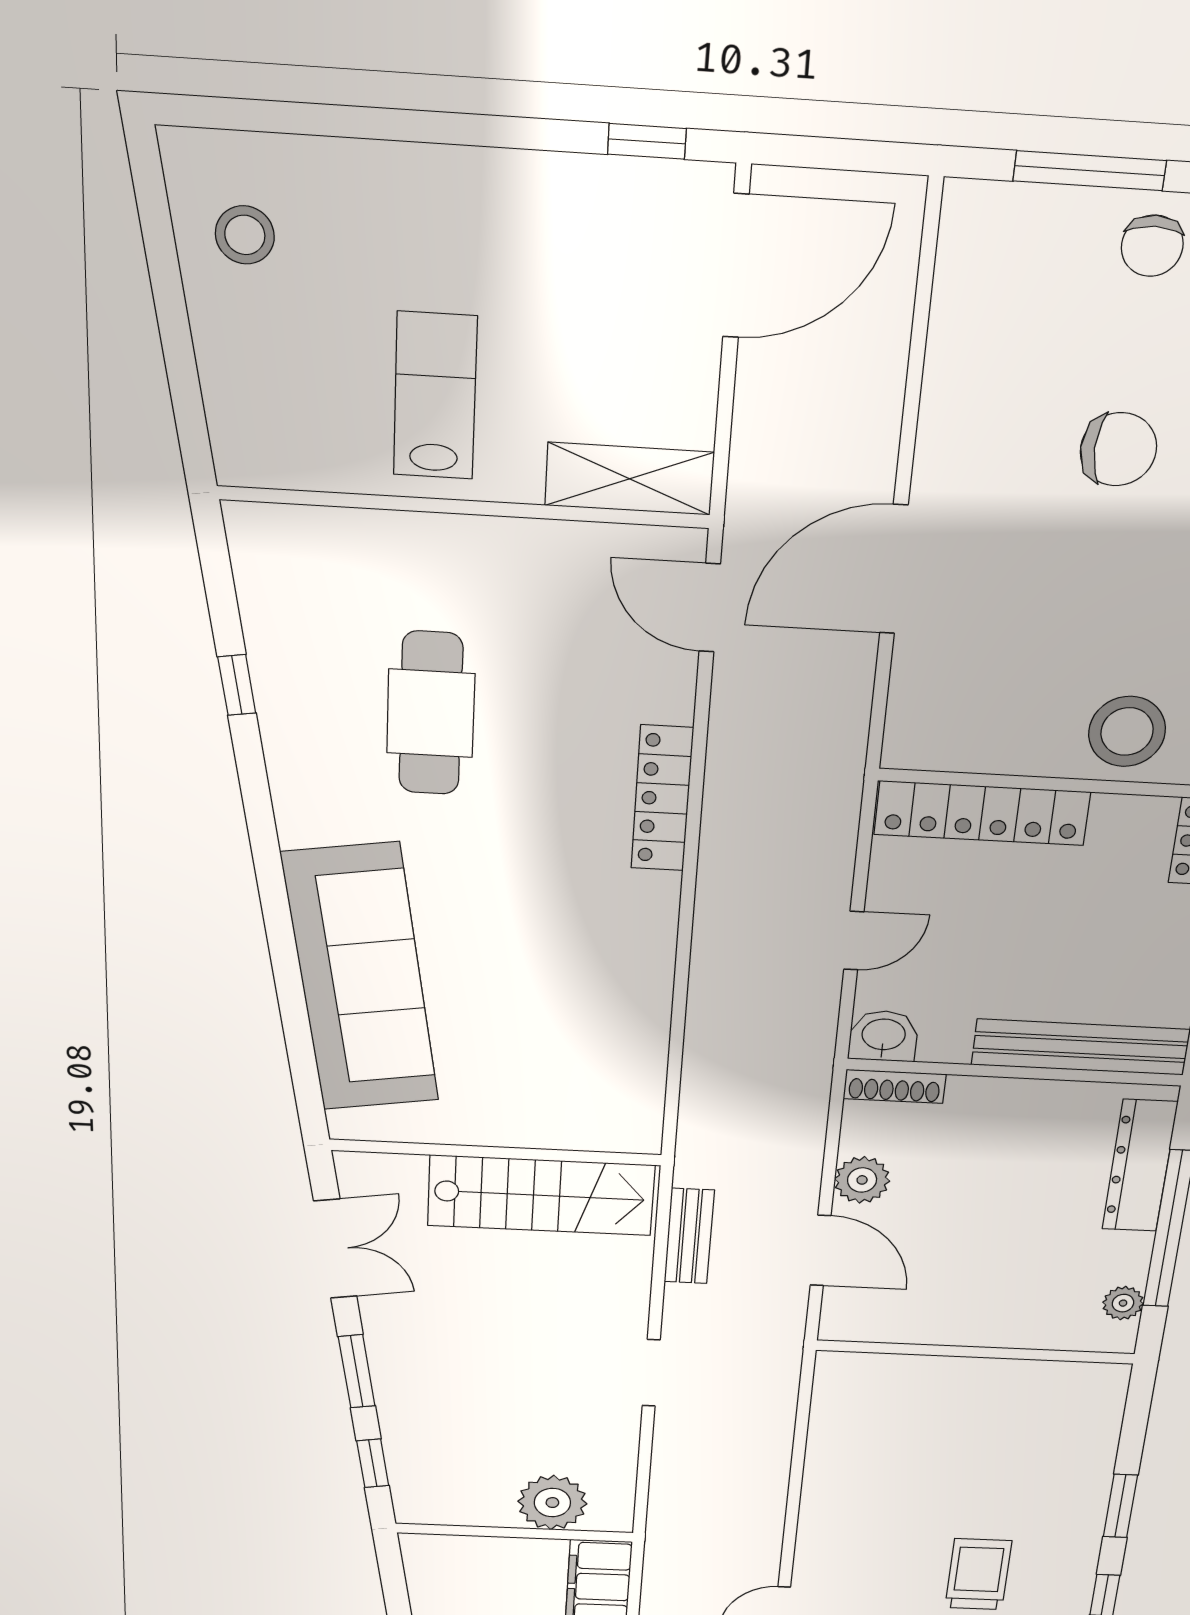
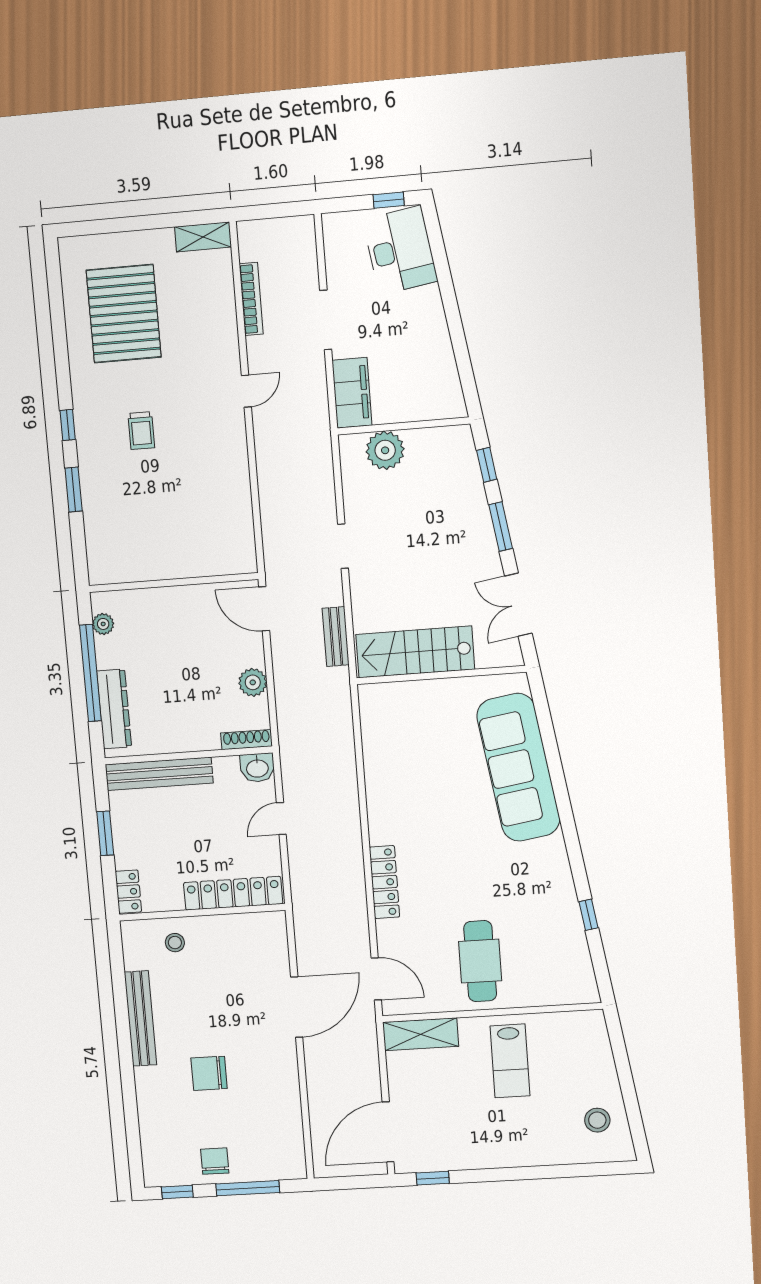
cafe table: (431, 713) -> (480, 961), moved
stool: (1127, 731) -> (175, 943), width x0.53, depth x0.53
door: (820, 1250) -> (264, 609), moved
trolley: (978, 1574) -> (141, 431), width x0.73, depth x0.72

